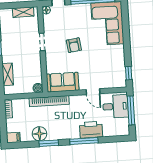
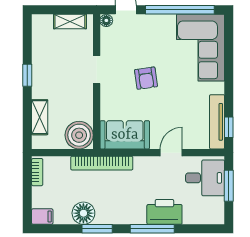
tv unit: (121, 70) -> (217, 122), added
boiler: (38, 88) -> (79, 135), width x1.86, depth x1.86
door: (93, 92) -> (171, 153), swing flipped
window: (131, 110) -> (229, 186), width x0.69

